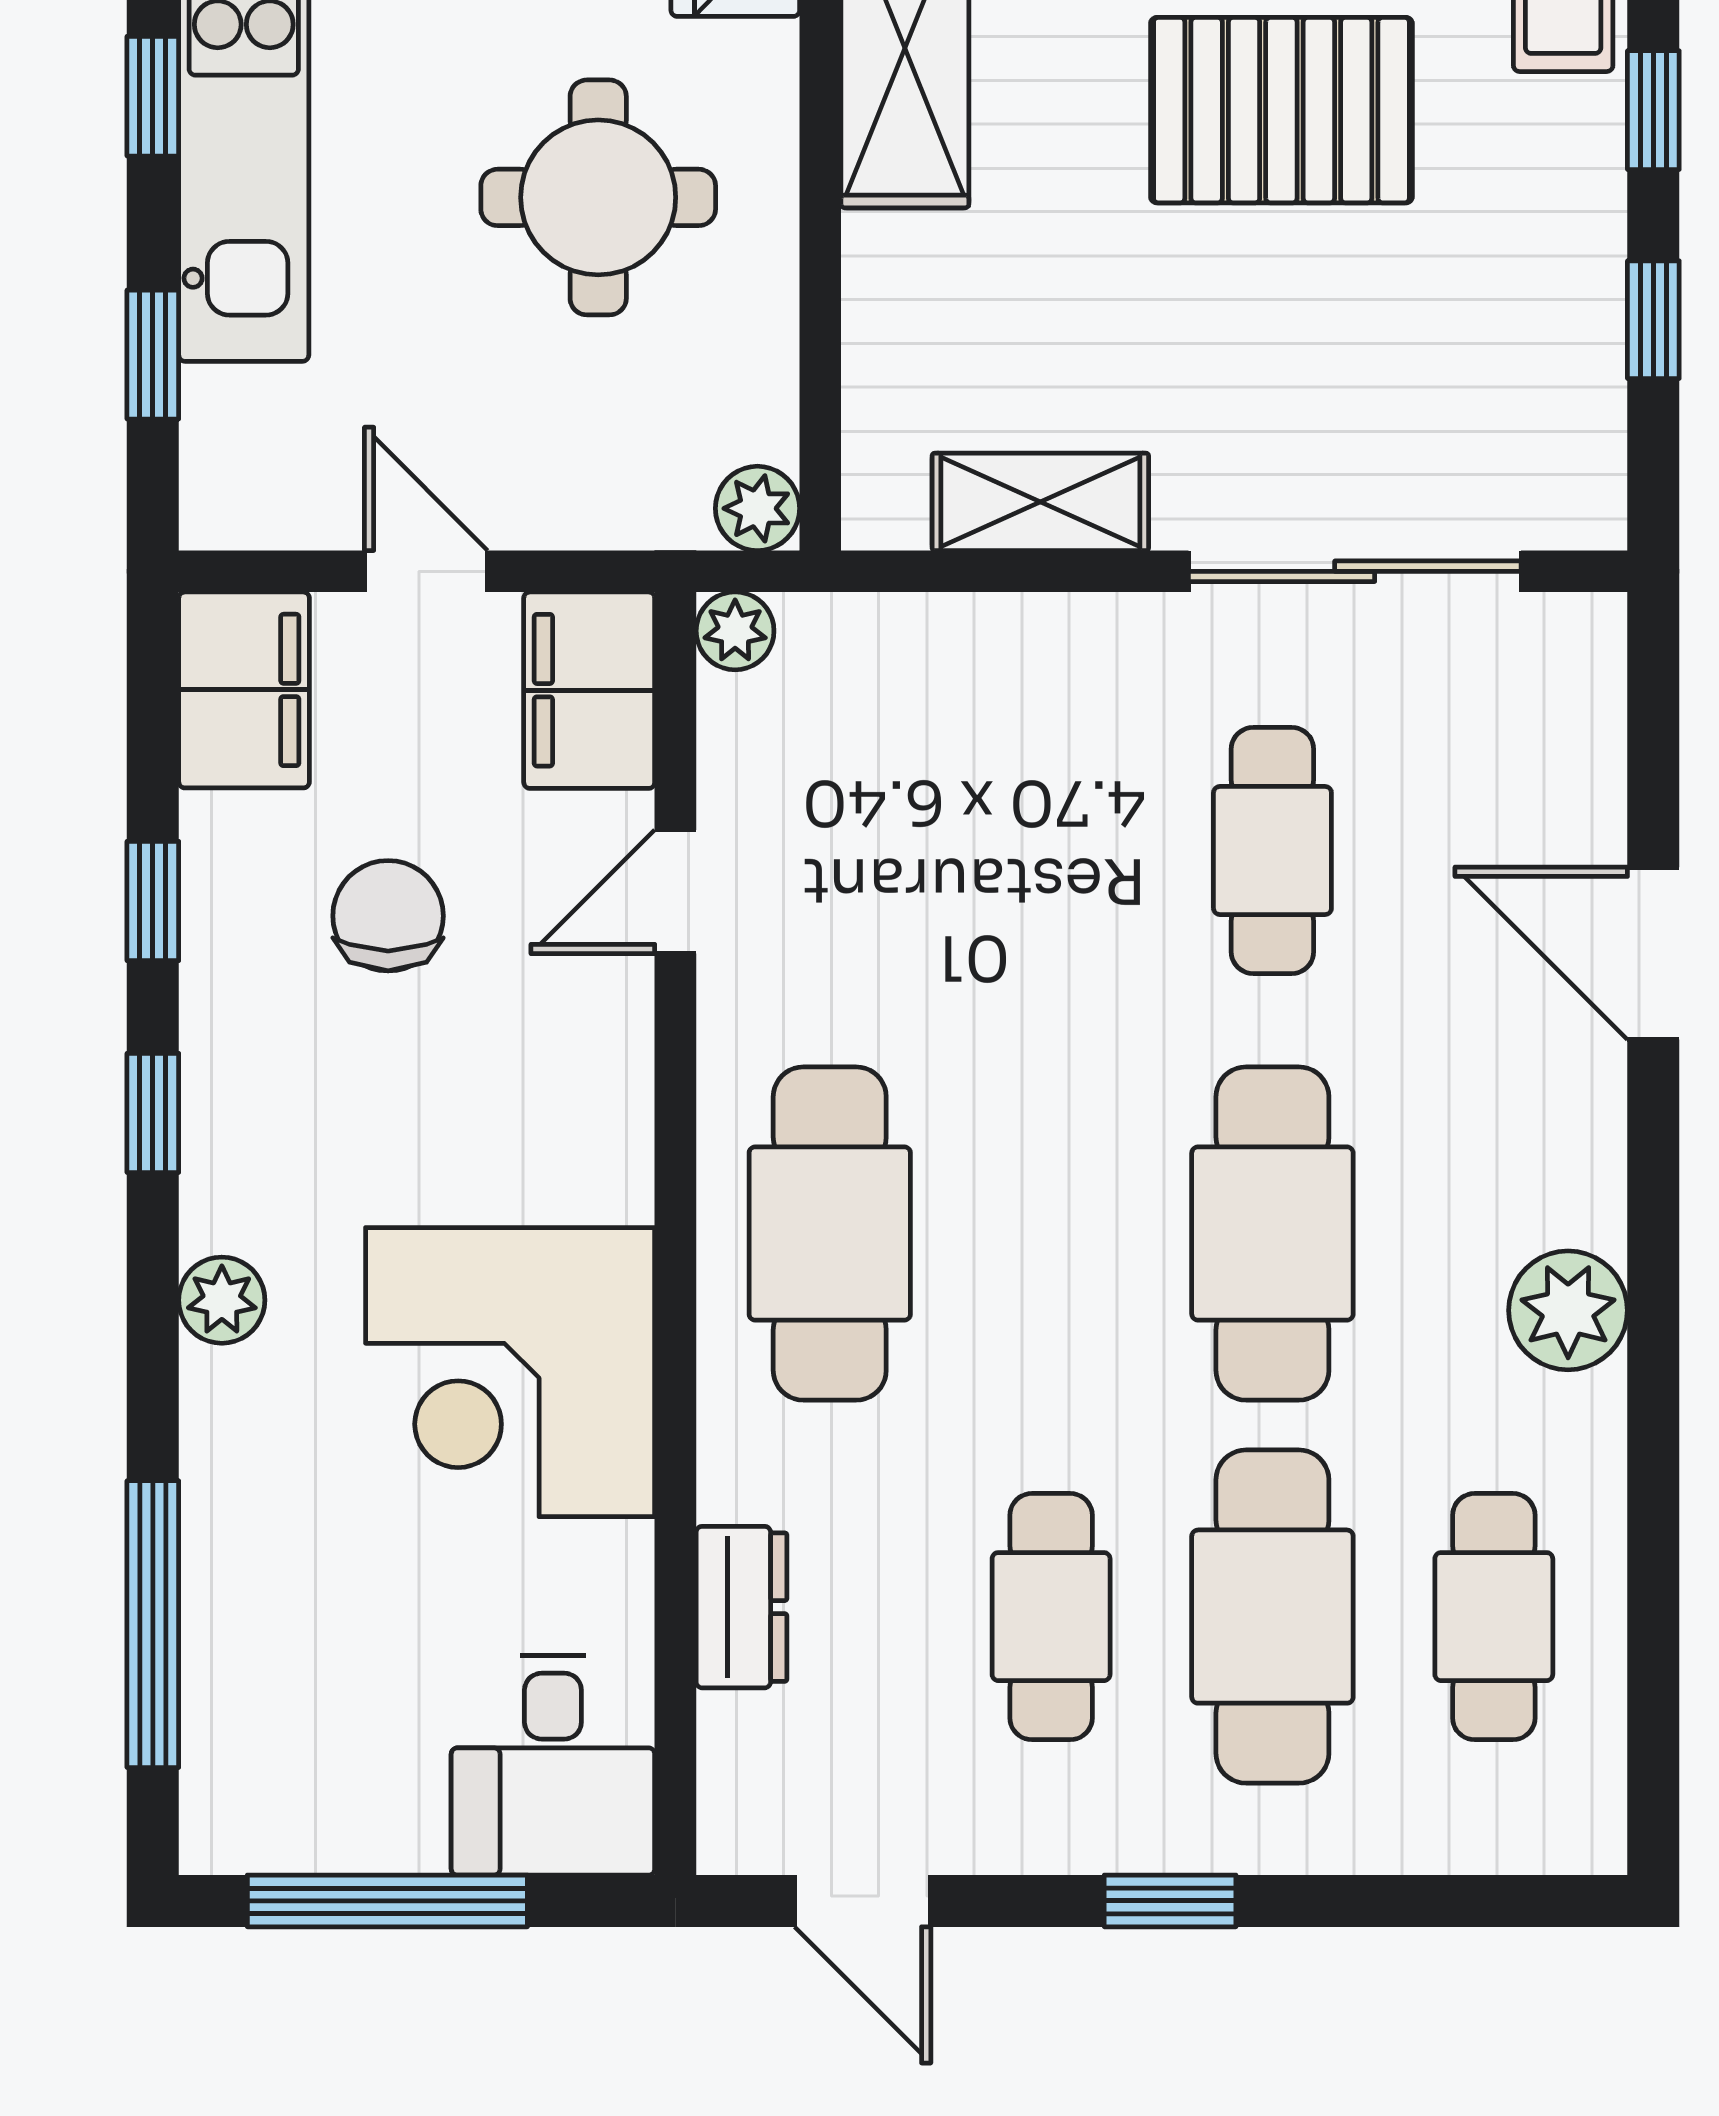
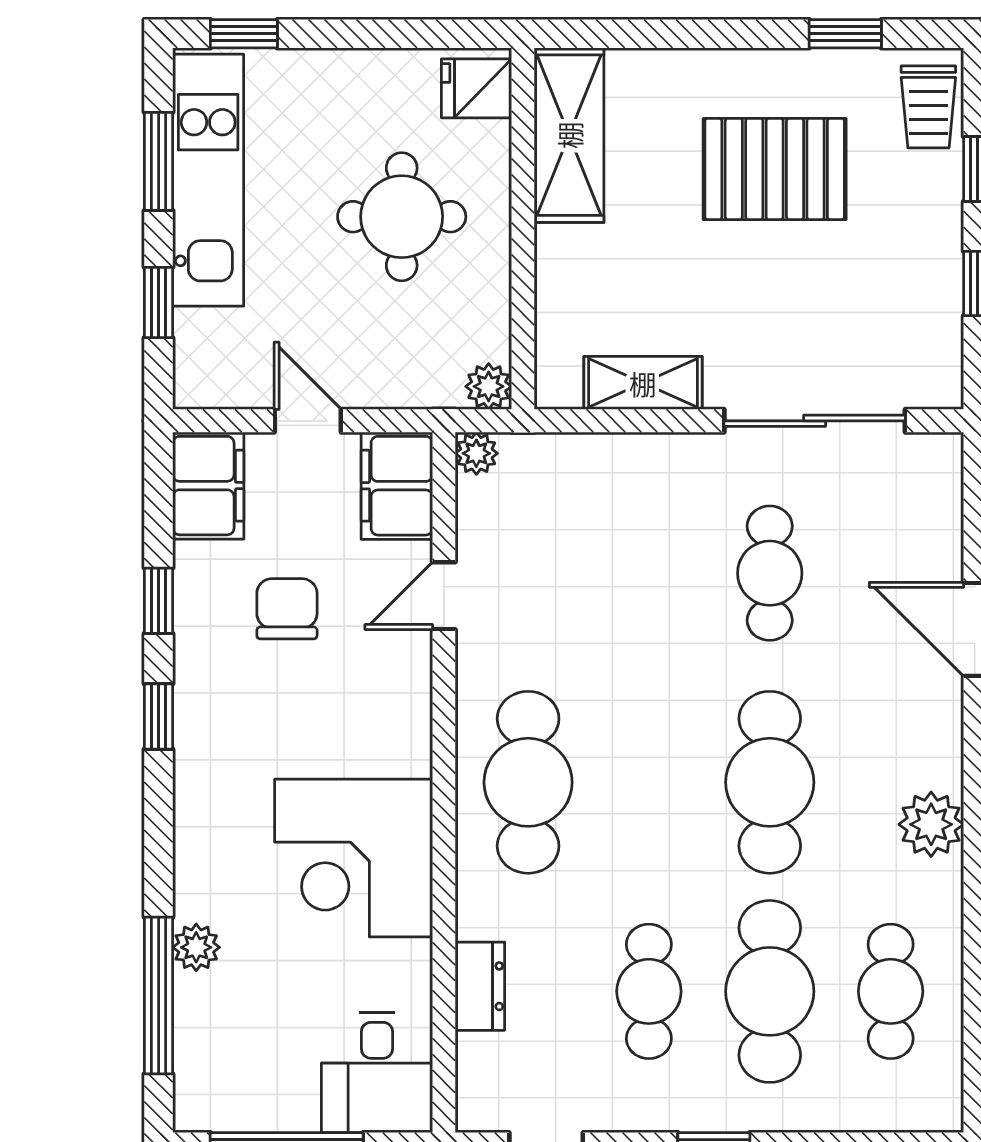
window: (153, 96) -> (159, 161), width x1.50
plant: (222, 1300) -> (196, 947), moved

